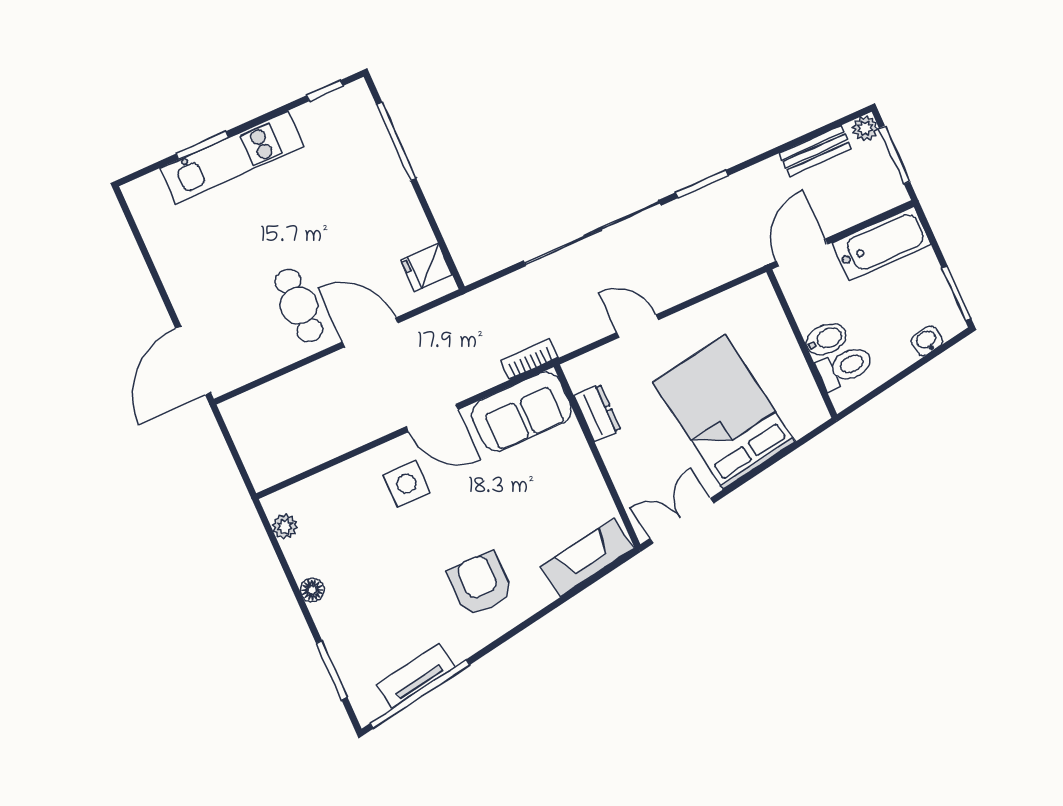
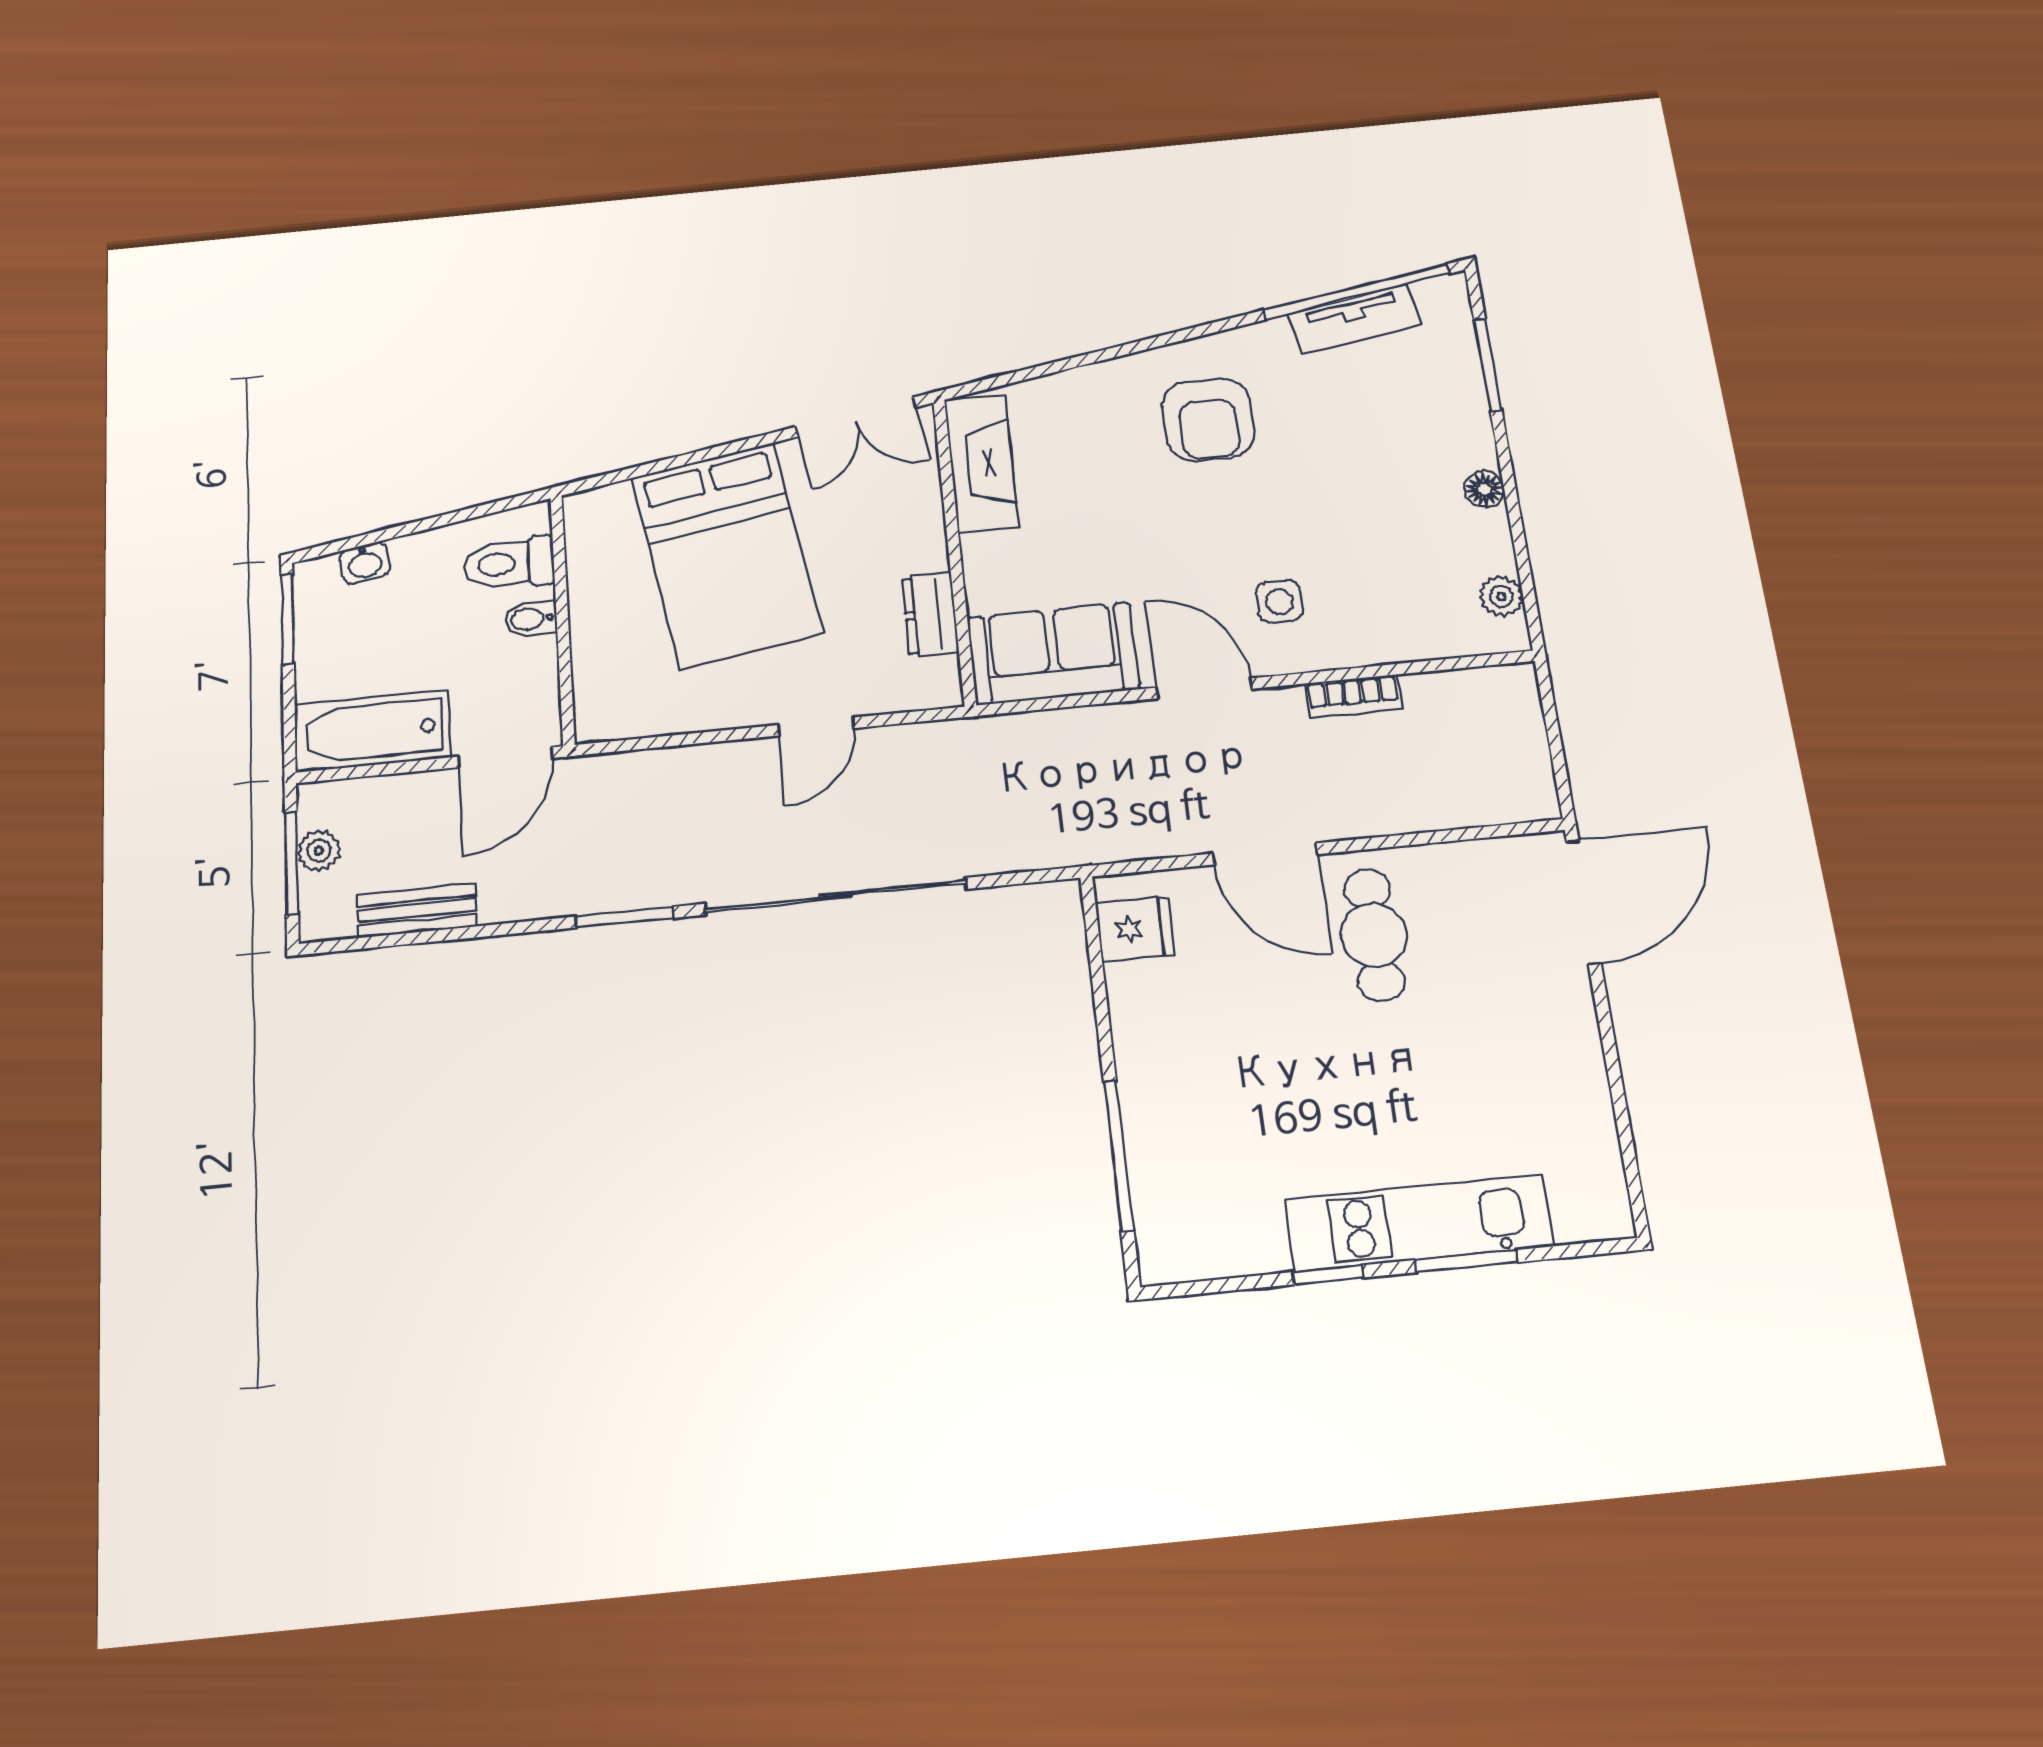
window: (325, 91) -> (1328, 1275), moved
plant: (865, 128) -> (319, 851), moved
door: (637, 326) -> (816, 727), hinge flipped
bidet: (826, 339) -> (531, 619), width x0.72, depth x0.74
bookcase: (529, 359) -> (1353, 696), moved
side table: (406, 484) -> (1279, 601), width x0.73, depth x0.73
fireplace: (587, 558) -> (981, 464), moved, turned -81

